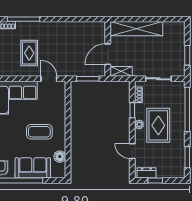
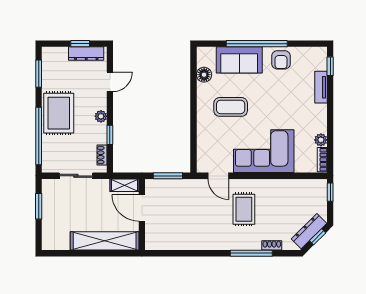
door: (108, 54) -> (142, 208), swing flipped
rug: (158, 125) -> (59, 113), moved
door: (132, 151) -> (110, 82), hinge flipped
dresser: (146, 173) -> (86, 54), width x1.44

